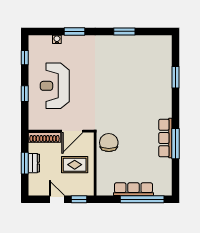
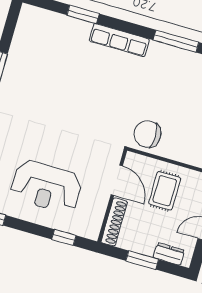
window: (25, 94) -> (64, 237), moved
row of seats: (165, 138) -> (119, 40), moved
dresser: (34, 163) -> (169, 254), moved

